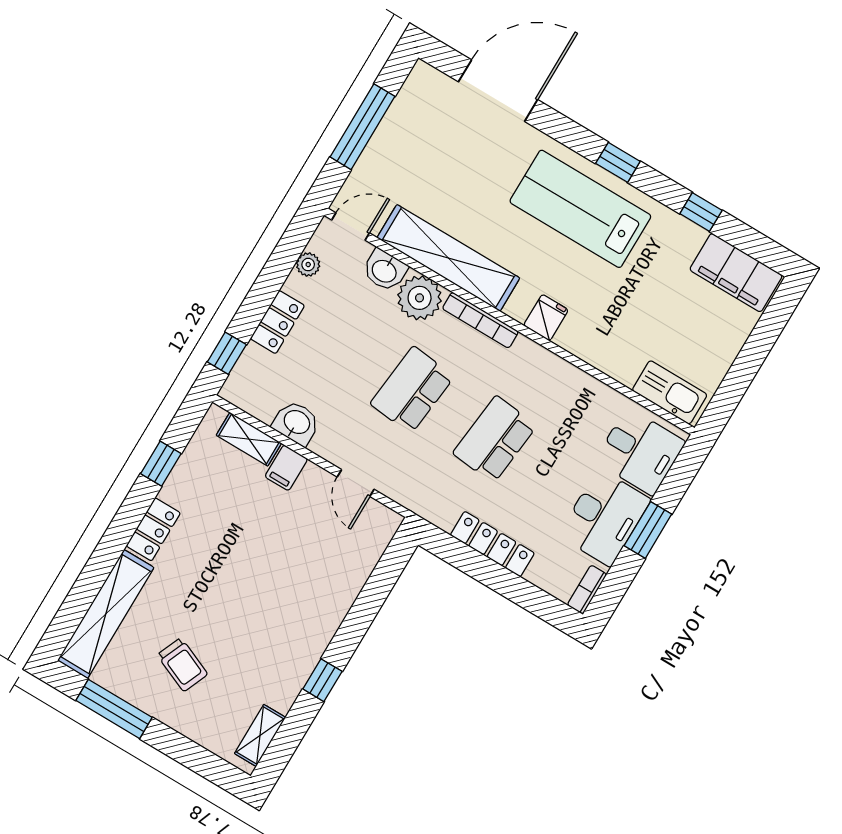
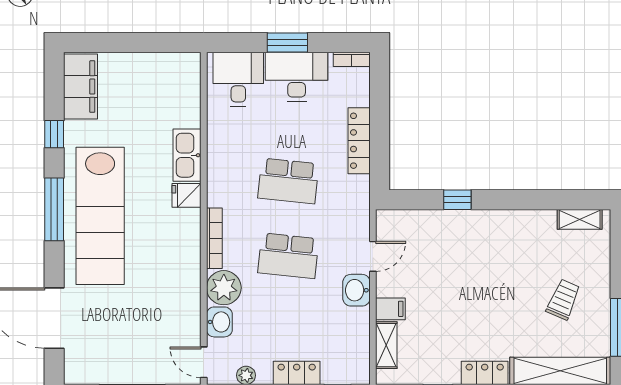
window: (618, 162) -> (54, 209), width x2.17
lab bench: (580, 209) -> (100, 216), width x1.36
shelving: (448, 258) -> (186, 284), removed
kitchen sink: (670, 392) -> (187, 155), moved
washbasin: (296, 423) -> (356, 290), moved
window: (322, 680) -> (457, 200), moved

